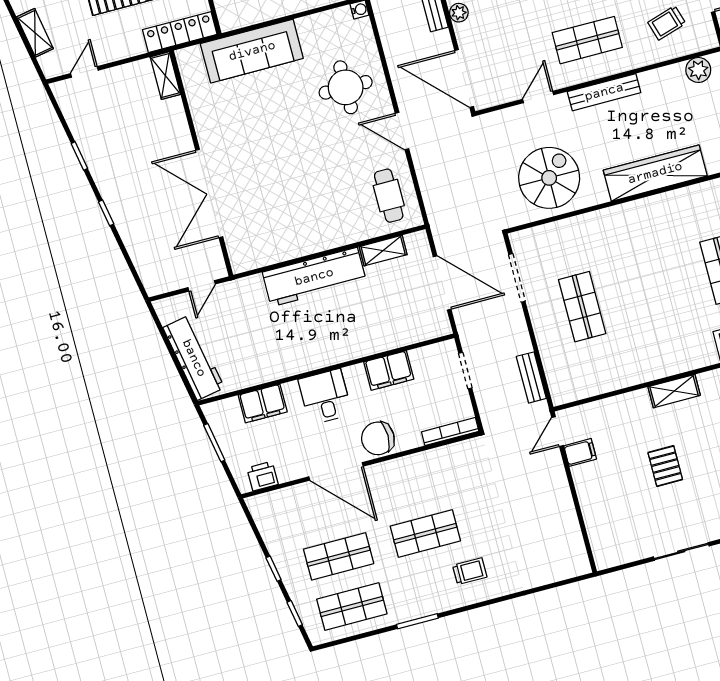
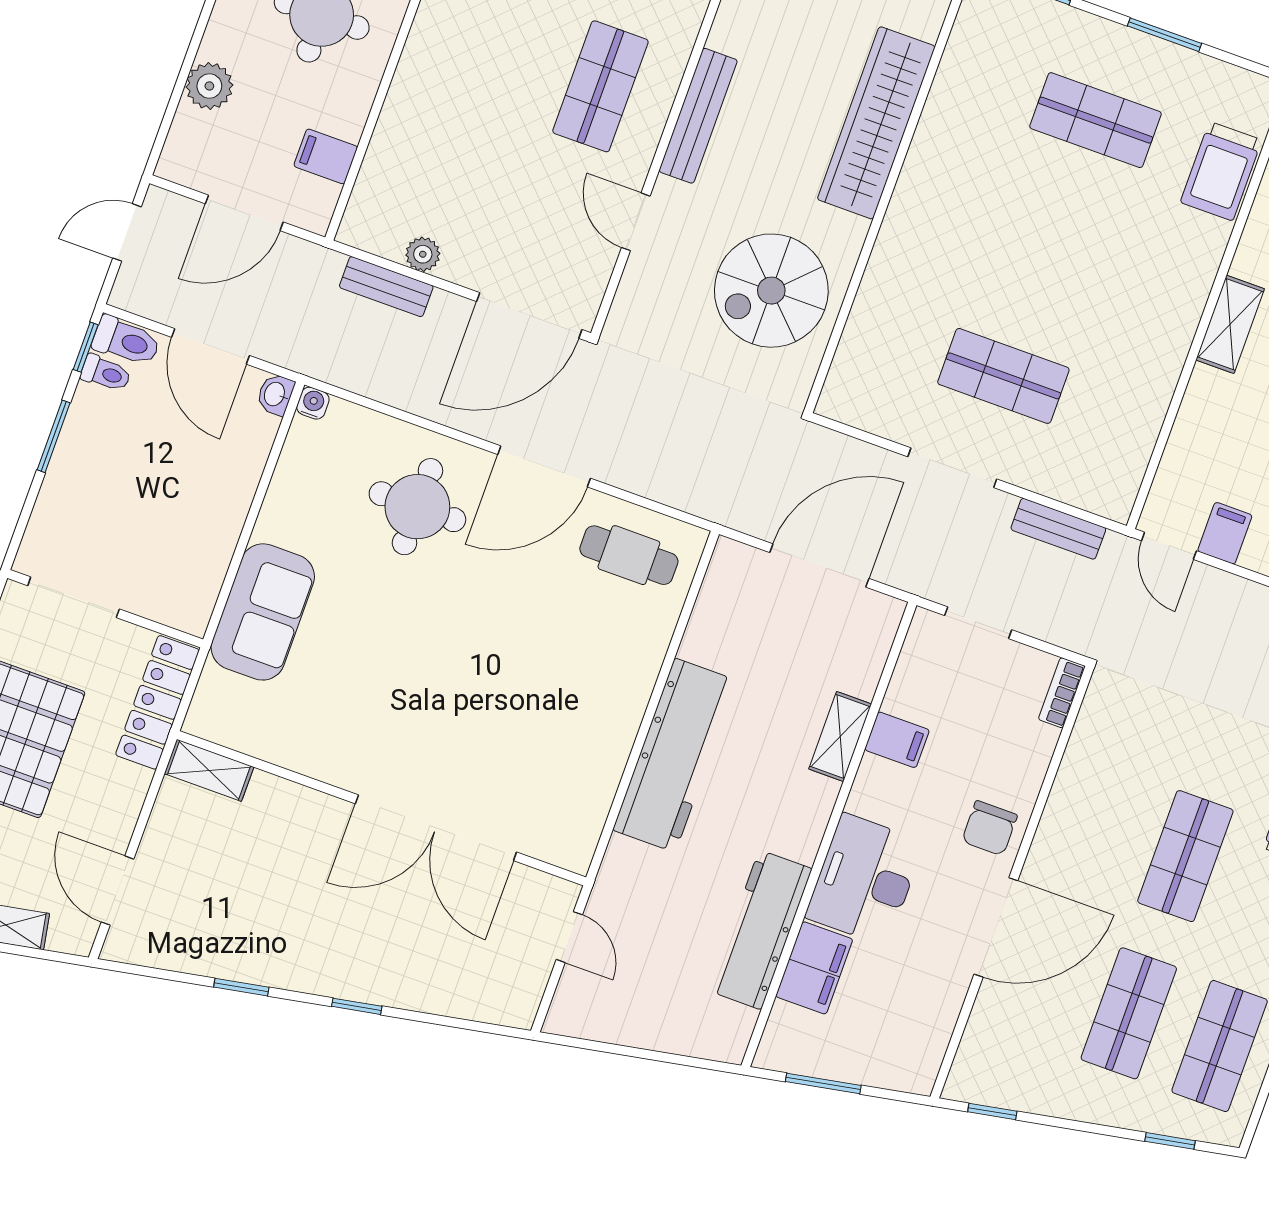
sofa: (252, 51) -> (263, 612), width x0.73
door: (84, 72) -> (117, 891), width x1.38
door: (402, 131) -> (544, 466), width x1.36
spiral stairs: (549, 178) -> (771, 291), turned -90
shelving: (383, 251) -> (840, 737), moved
doorway: (517, 278) -> (952, 468), moved
workbench: (194, 358) -> (760, 930), moved, turned -80
filing cabinet: (389, 370) -> (897, 740), width x0.50
desk: (325, 397) -> (865, 880), width x1.37
bookcase: (450, 432) -> (1062, 693), width x0.64
chair: (378, 438) -> (989, 828), width x0.73, depth x0.73
printer: (262, 476) -> (925, 1045), removed
window: (274, 569) -> (992, 1112), moved

